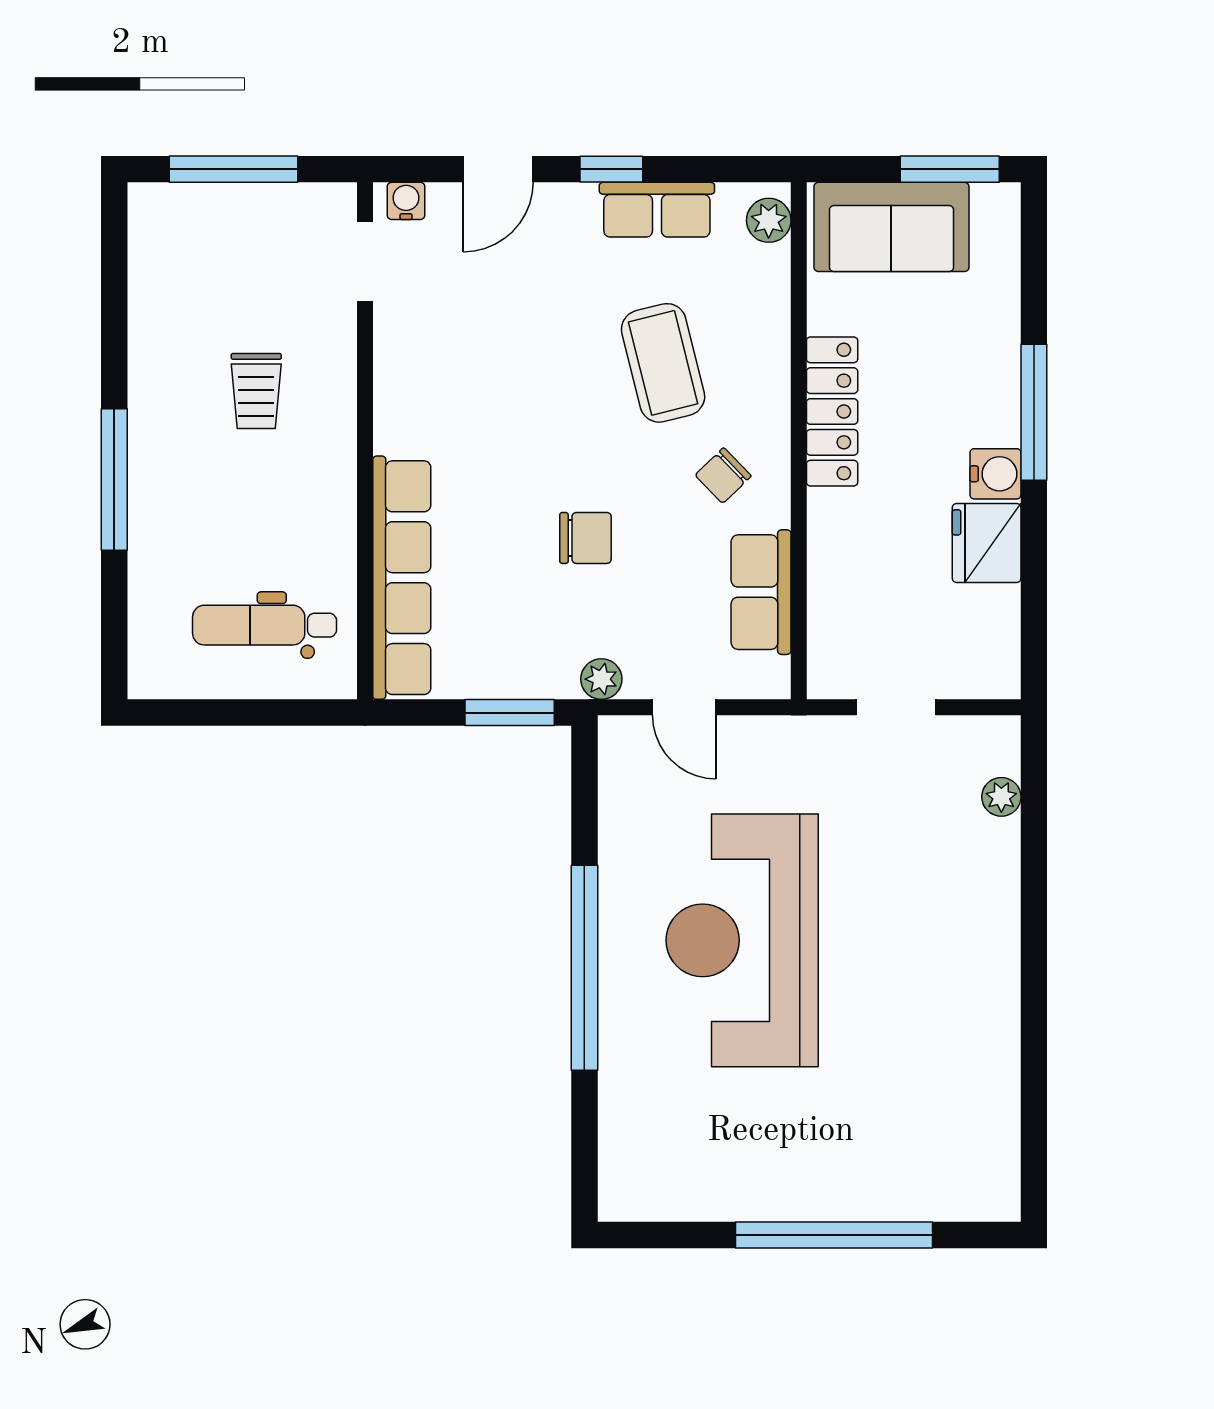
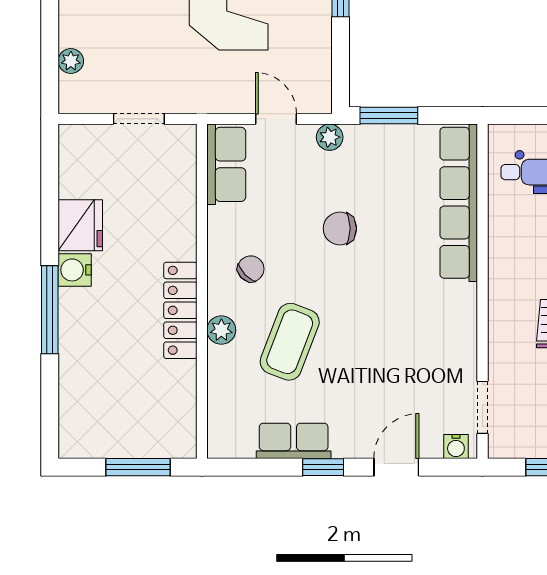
window: (950, 169) -> (138, 467), moved
plant: (769, 220) -> (221, 330), moved
sofa: (891, 227) -> (142, 430), removed
coffee table: (663, 363) -> (290, 342), turned 35
row of seats: (761, 592) -> (226, 164), moved

